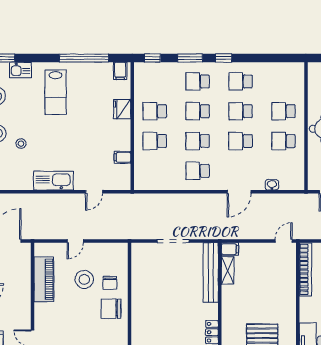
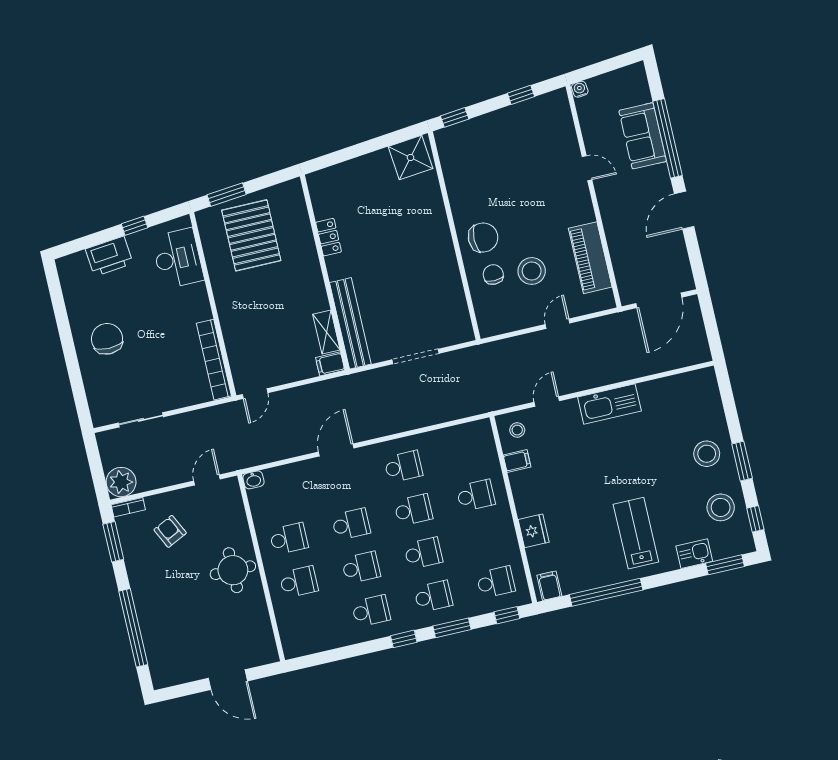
school desk: (155, 111) -> (496, 582), moved
stool: (21, 144) -> (517, 430), moved
washbasin: (272, 185) -> (253, 480), moved

